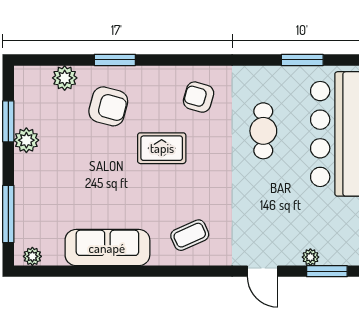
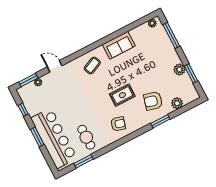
cafe table: (263, 131) -> (86, 137), moved
sofa: (107, 248) -> (119, 45), width x0.73

